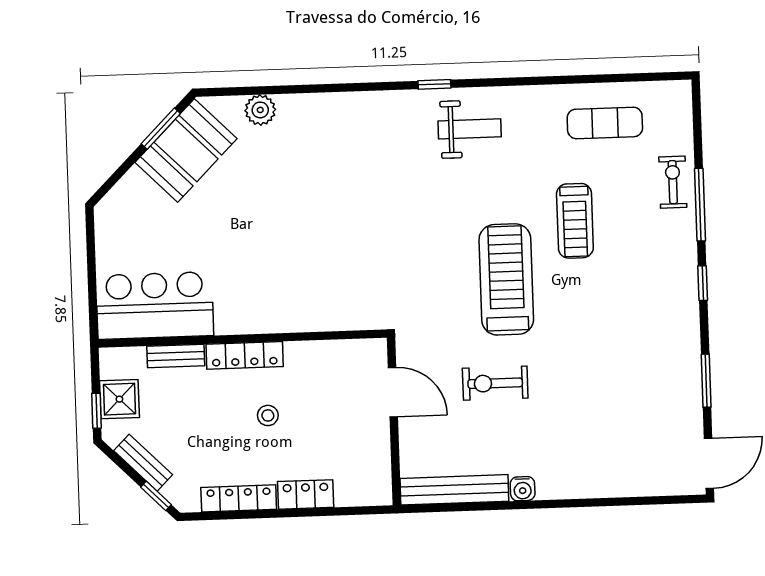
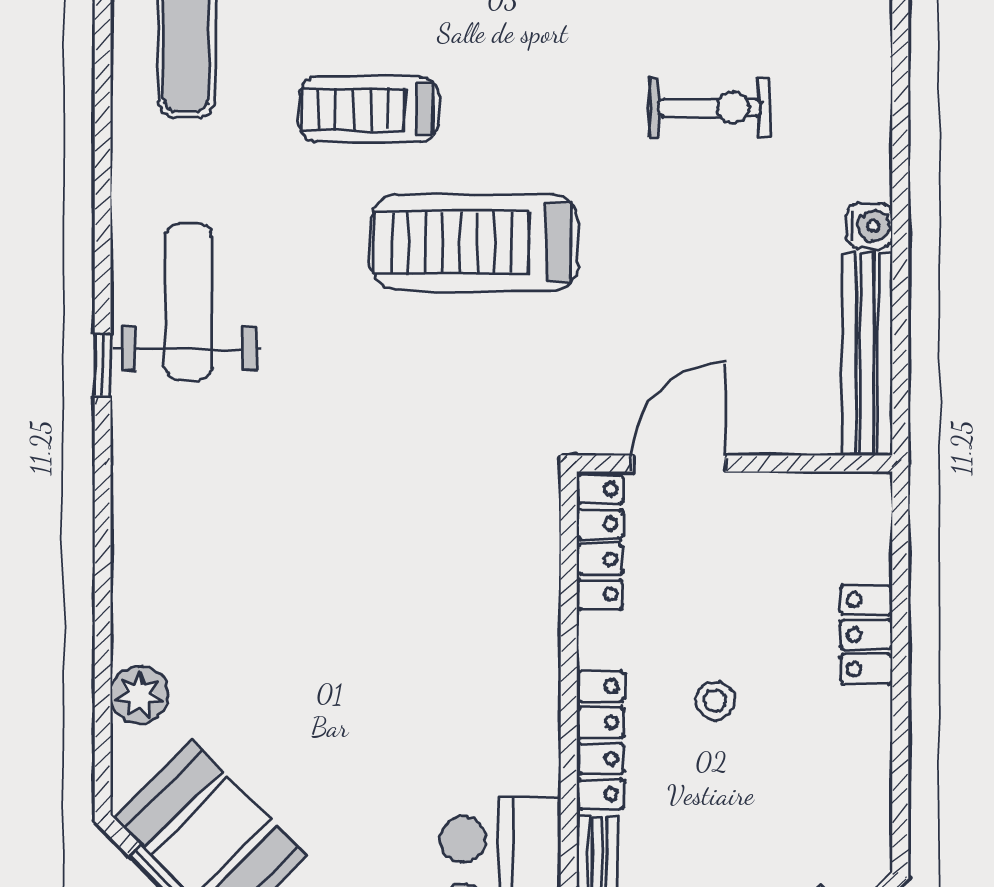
weight bench: (470, 129) -> (189, 302), width x1.36, depth x1.33
treadmill: (575, 221) -> (369, 110), turned 180
exercise bike: (495, 383) -> (710, 108), moved, turned -90
locker: (239, 498) -> (600, 542), moved, turned 180

